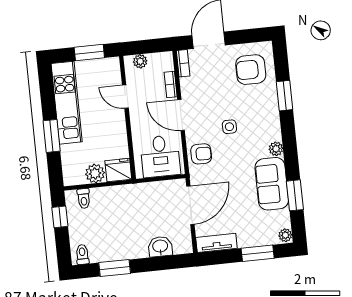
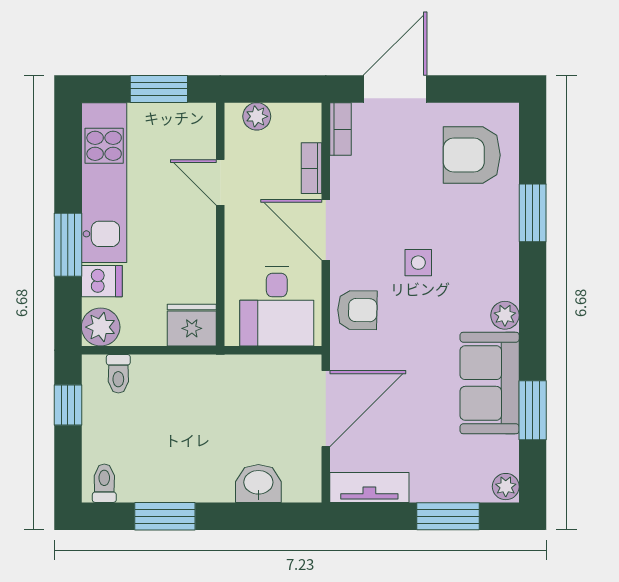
dishwasher: (71, 153) -> (102, 281), added
plant: (95, 173) -> (101, 327), moved

